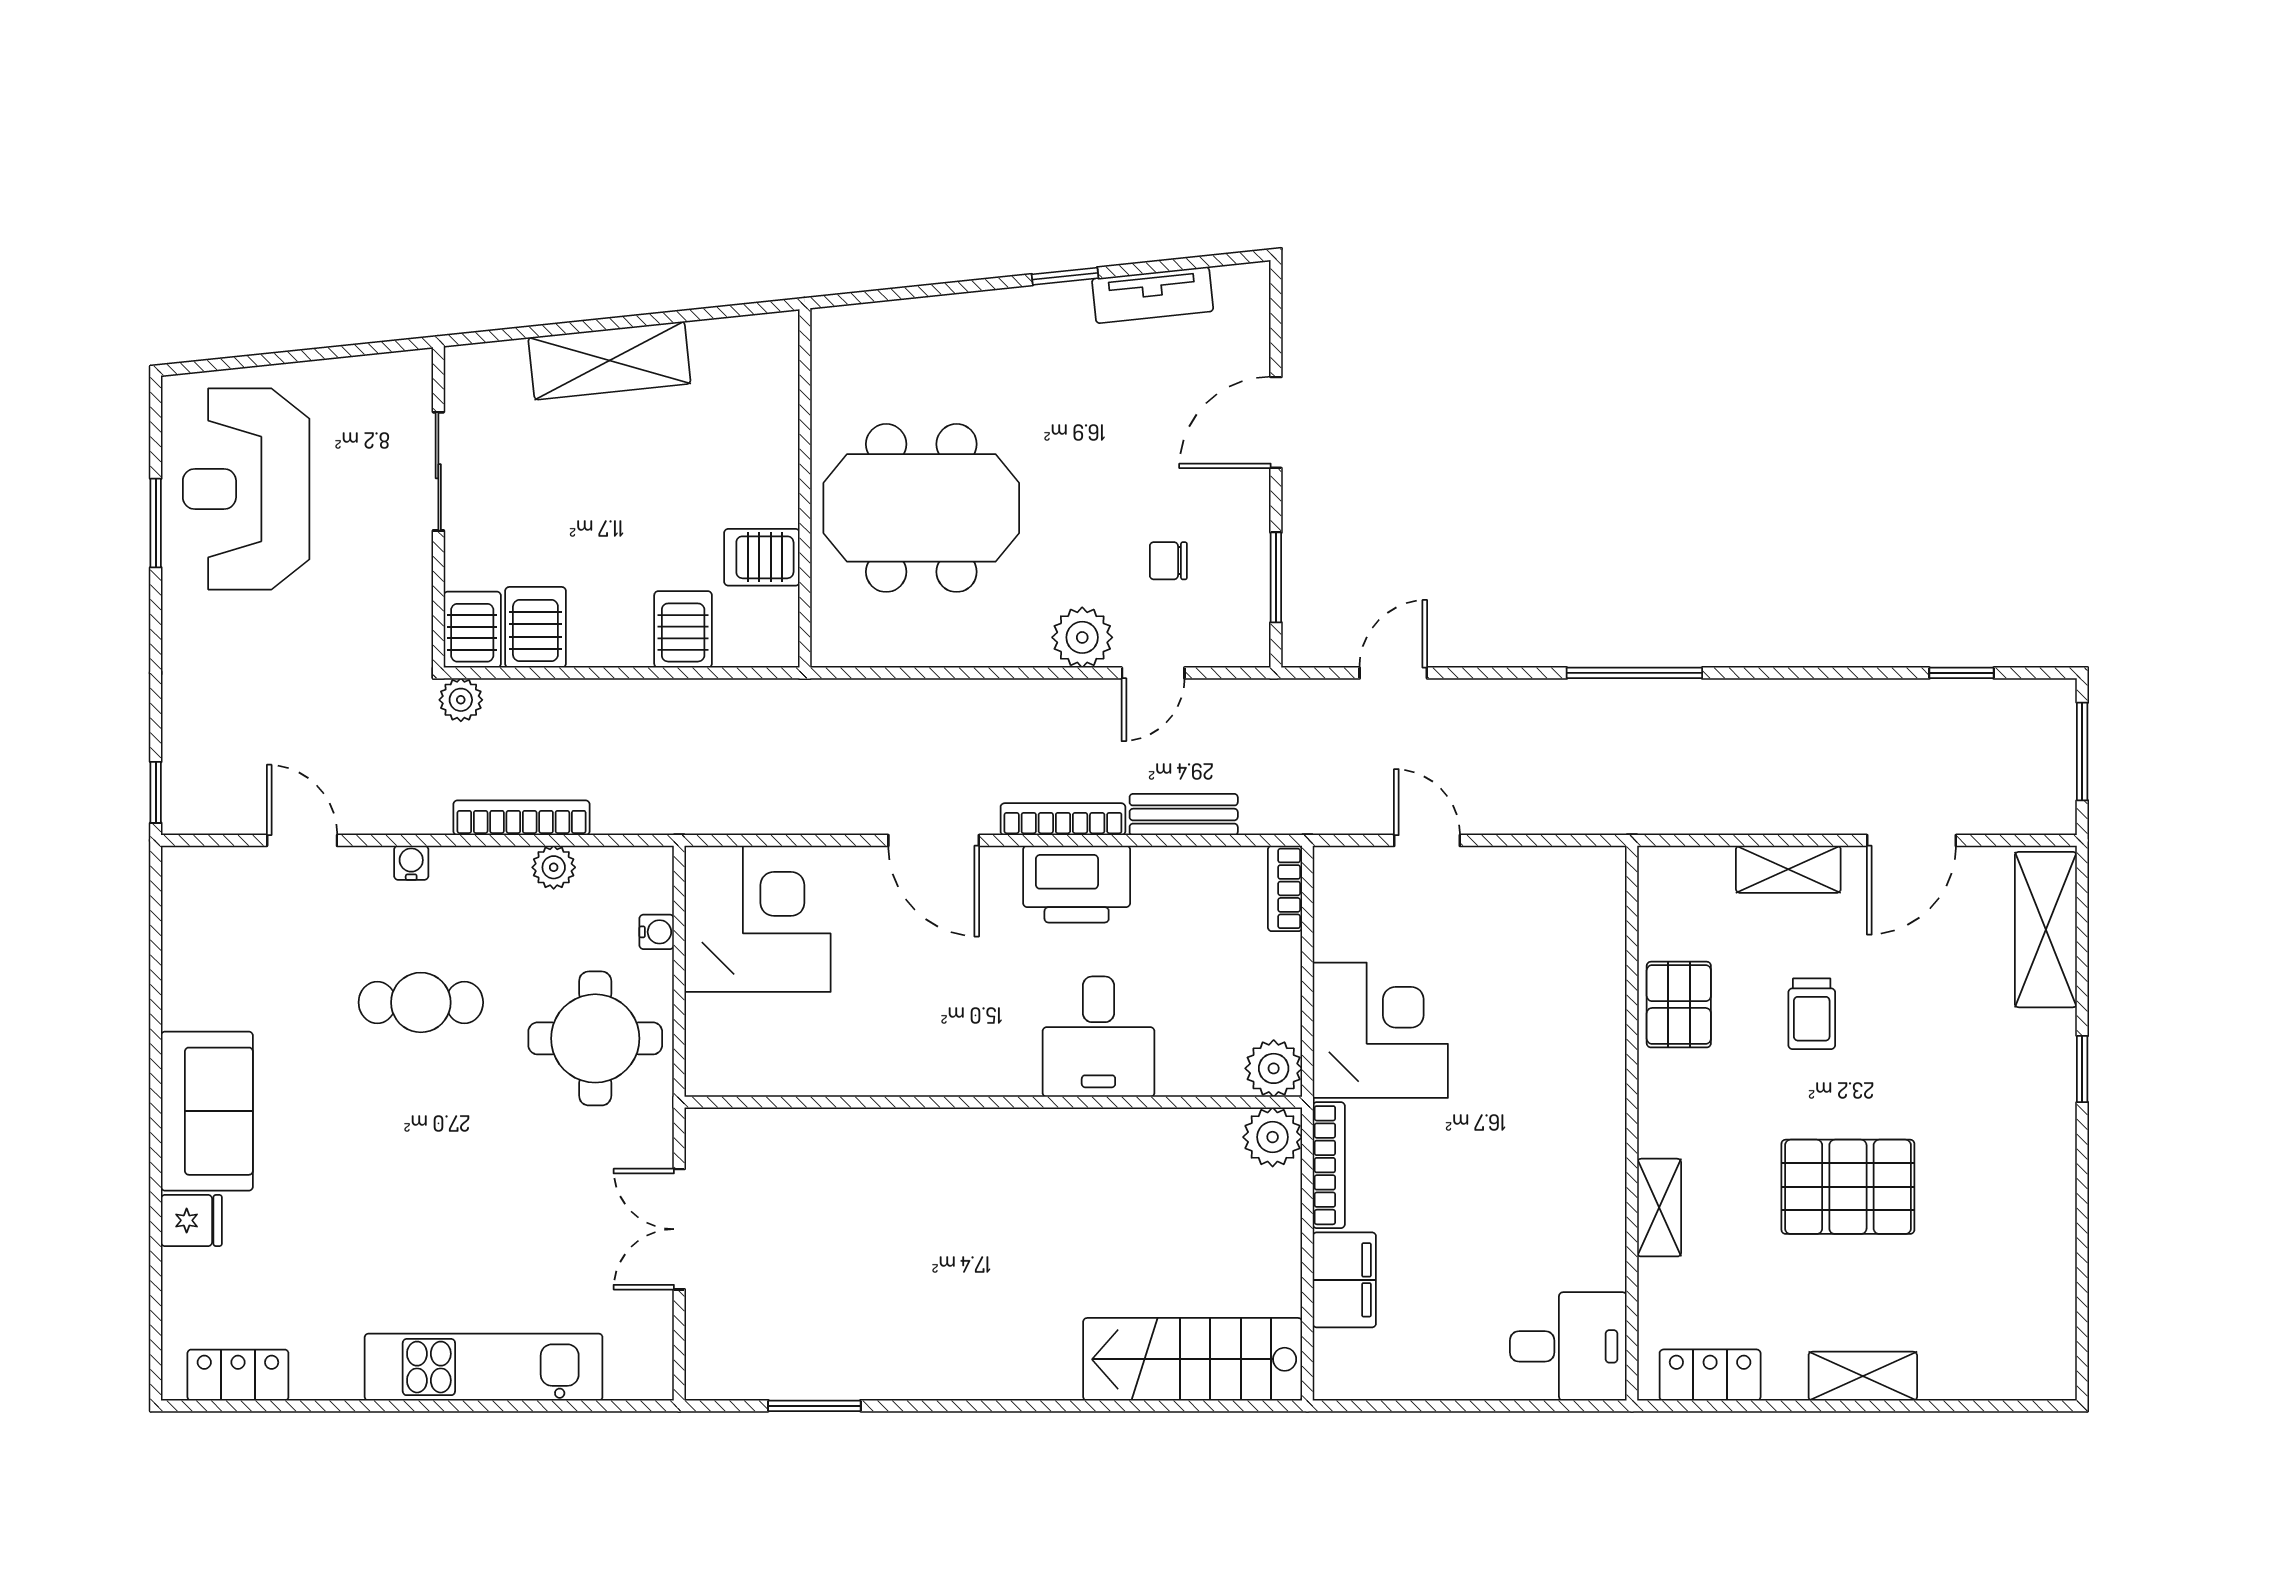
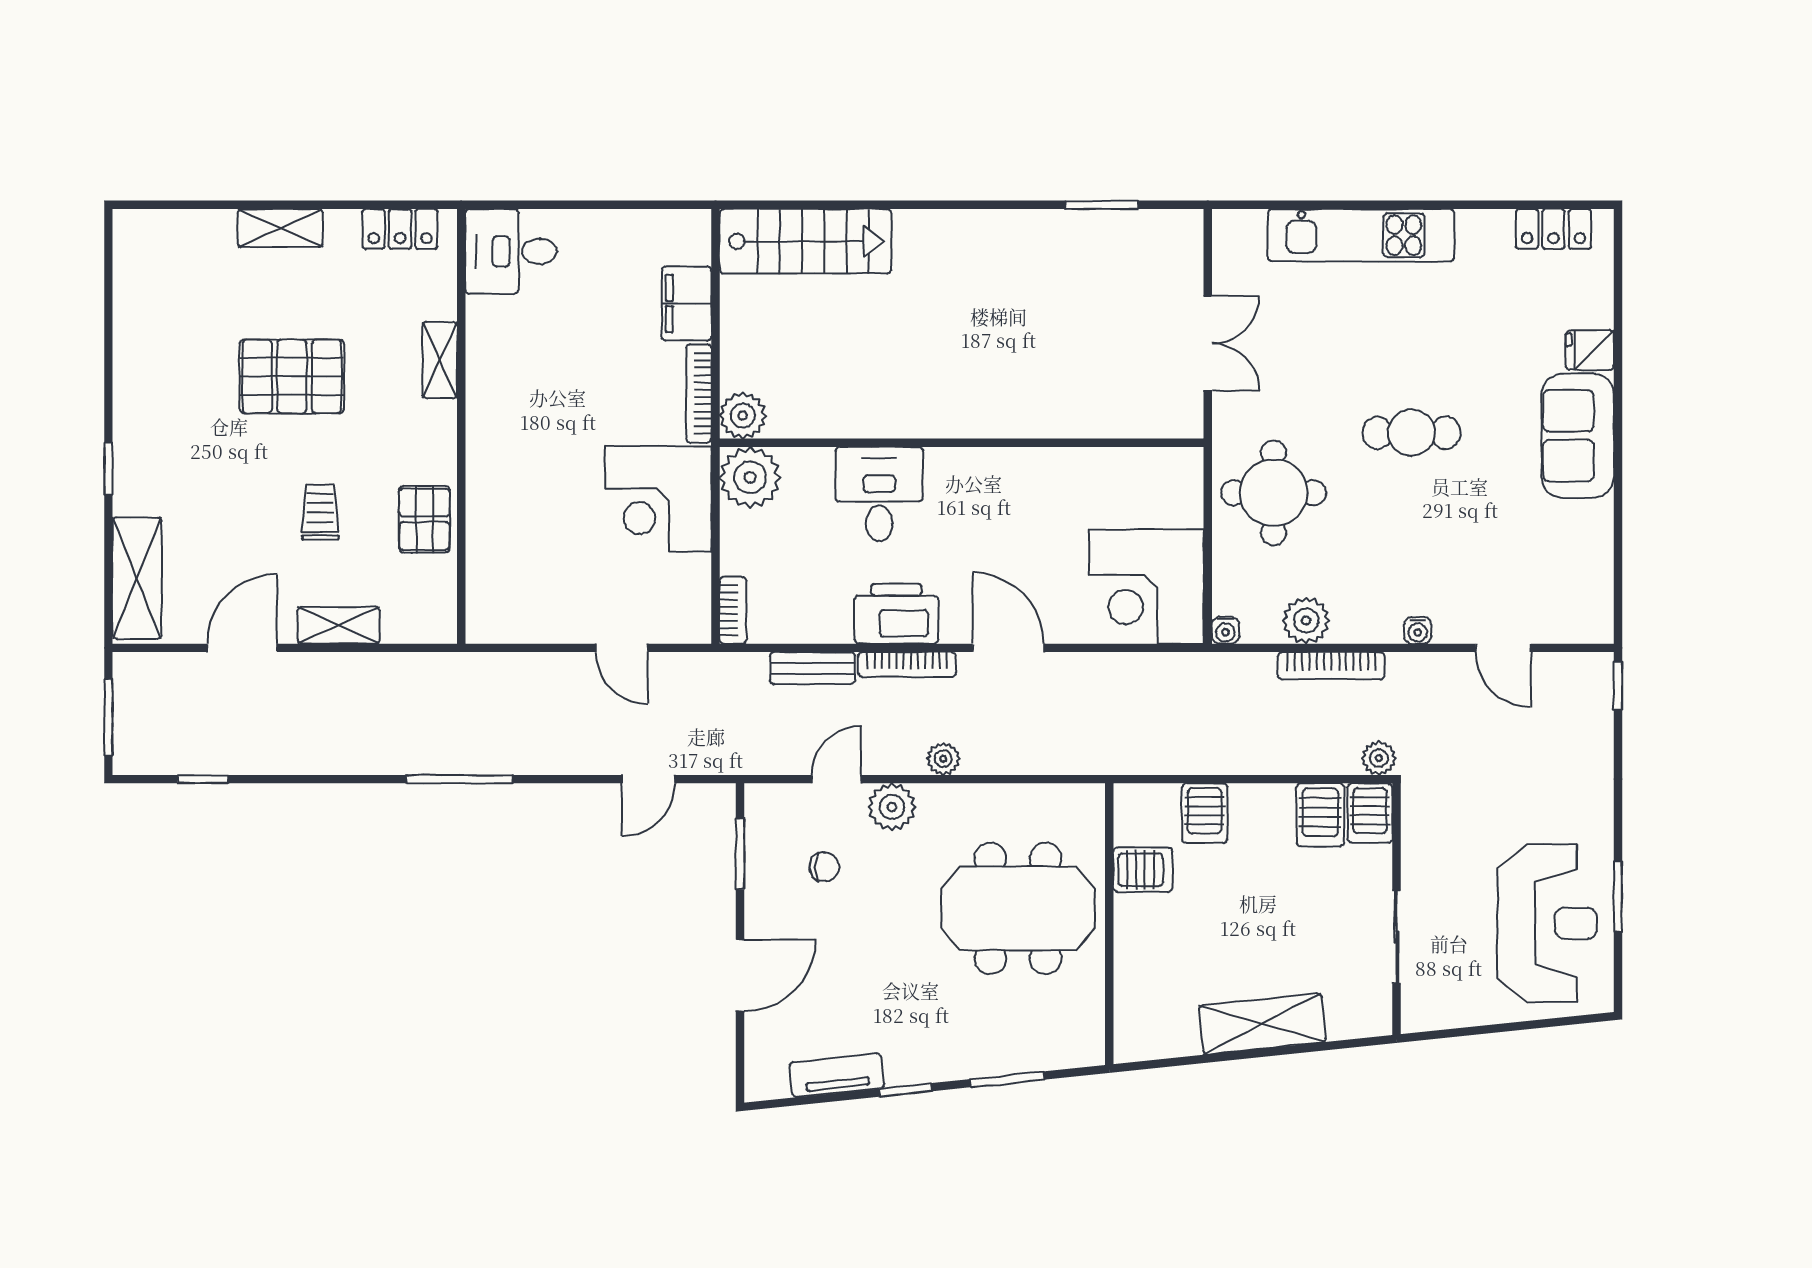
window: (935, 290) -> (1007, 1079), added
plant: (1017, 699) -> (943, 759), added
plant: (554, 867) -> (1306, 620), width x1.38, depth x1.38
water cooler: (657, 932) -> (1225, 630), moved, turned -90
cafe table: (421, 1002) -> (1411, 433), moved
plant: (1274, 1068) -> (750, 477), width x1.36, depth x1.36

